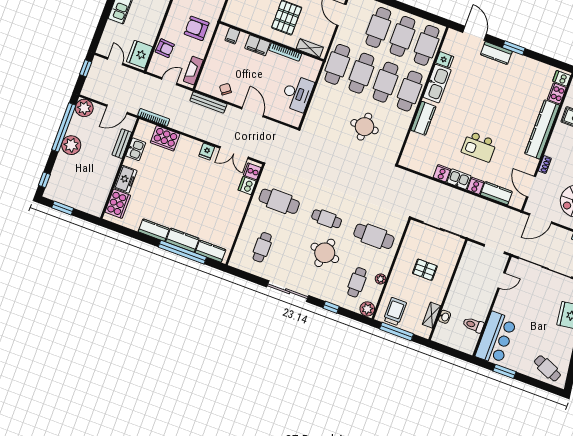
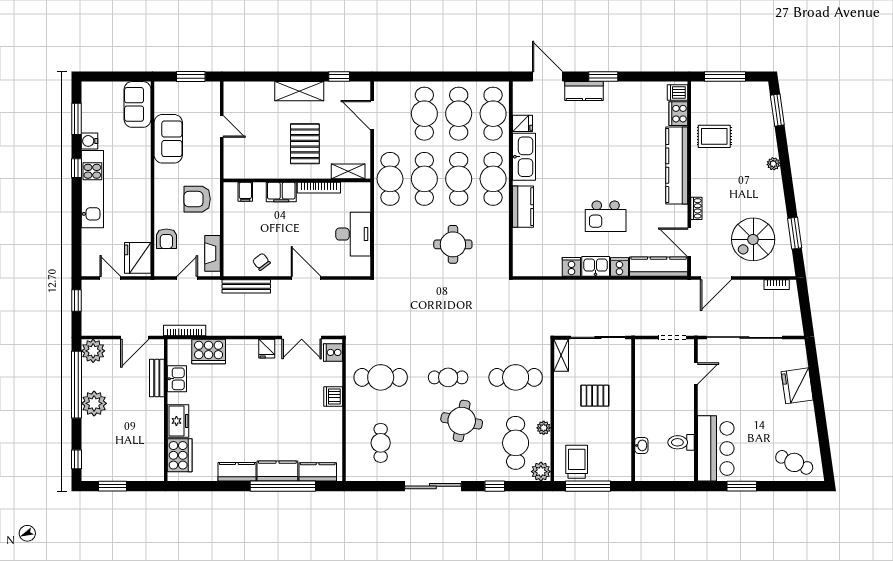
armchair: (165, 48) -> (166, 239), turned 86
dishwasher: (247, 186) -> (333, 396), moved
kitchen counter: (496, 193) -> (659, 267), width x1.50
cafe table: (357, 282) -> (516, 443), width x1.37, depth x1.35
shelving: (431, 315) -> (561, 355), moved

